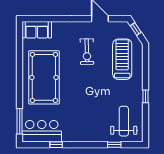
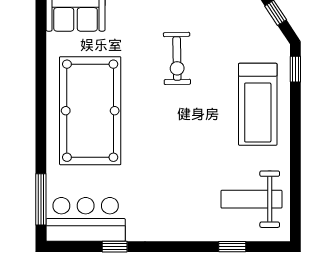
treadmill: (122, 59) -> (258, 104), moved, turned 180
window: (146, 96) -> (295, 69), moved
weight bench: (124, 121) -> (251, 199), turned -90

